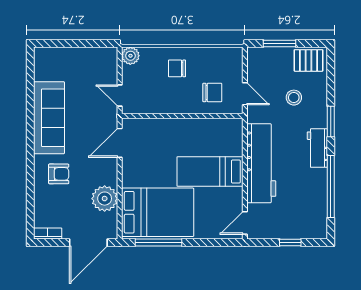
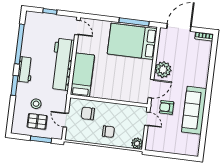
pallet: (308, 60) -> (37, 121), moved
door: (245, 94) -> (66, 120), moved
bed: (210, 171) -> (82, 75), moved, turned -90
armchair: (59, 174) -> (167, 107), moved
plant: (105, 199) -> (163, 70), moved
door: (245, 223) -> (77, 27), hinge flipped

